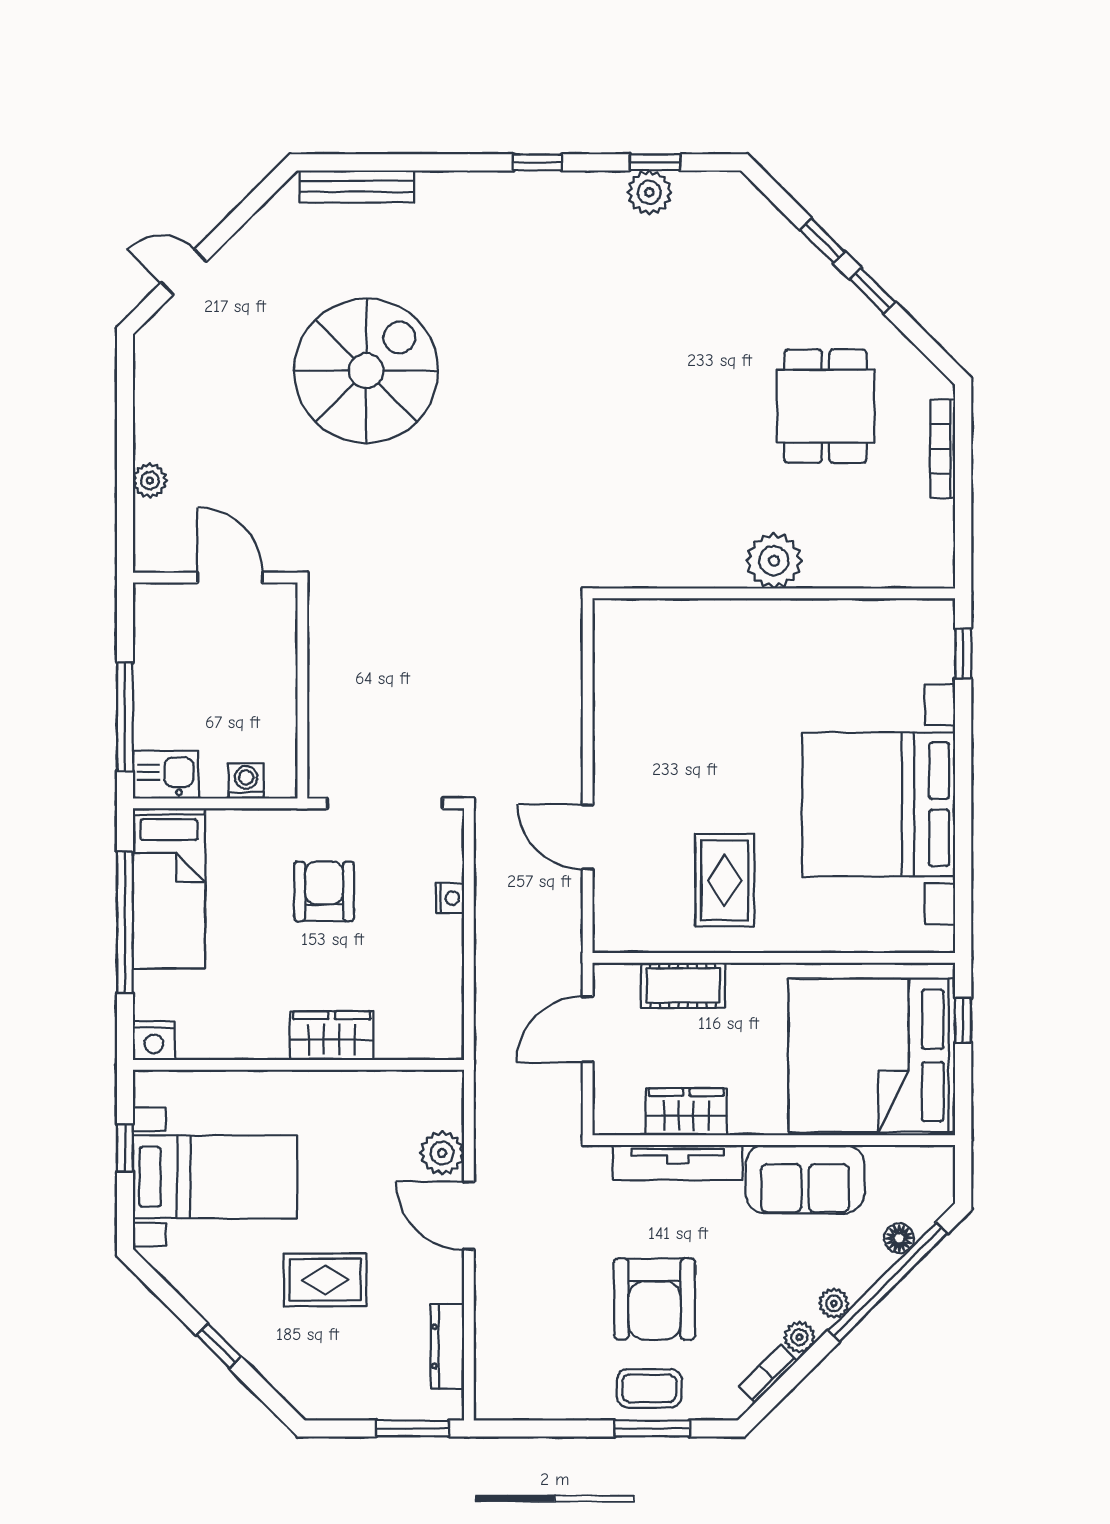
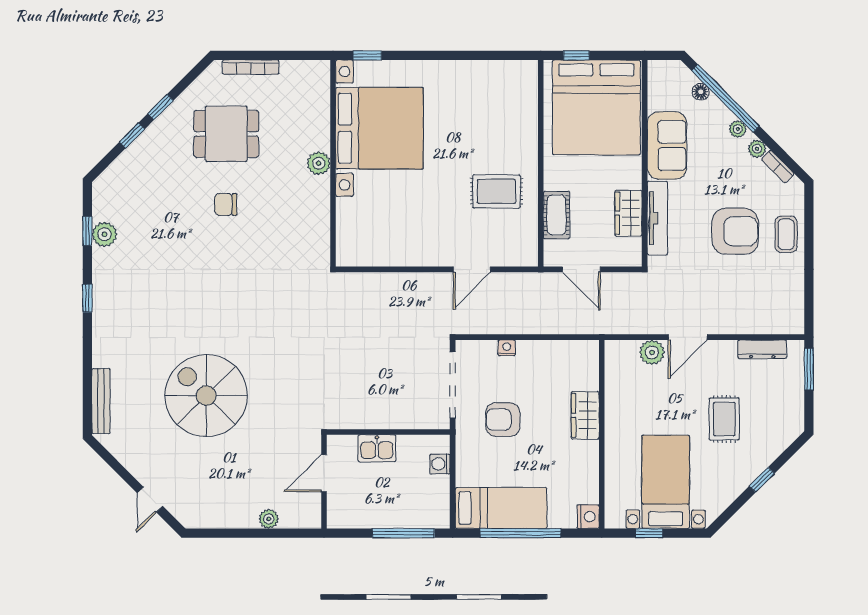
chair: (702, 405) -> (226, 204), added
plant: (774, 561) -> (319, 163), width x0.73, depth x0.73
kitchen sink: (166, 775) -> (377, 448), moved, turned -90
bed with nightstands: (879, 804) -> (379, 128), moved, turned -90
window: (652, 1428) -> (809, 233), removed

